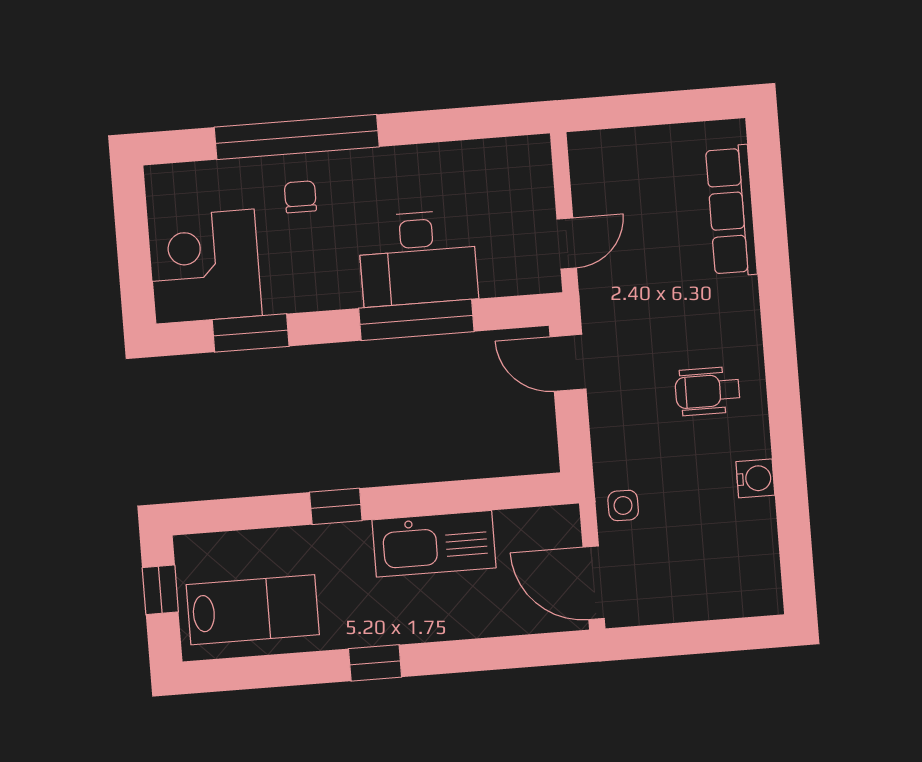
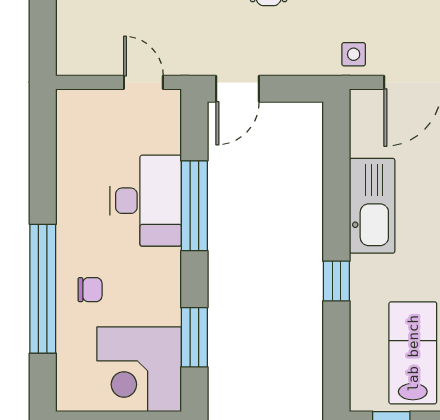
chair: (300, 197) -> (90, 290), turned 180

